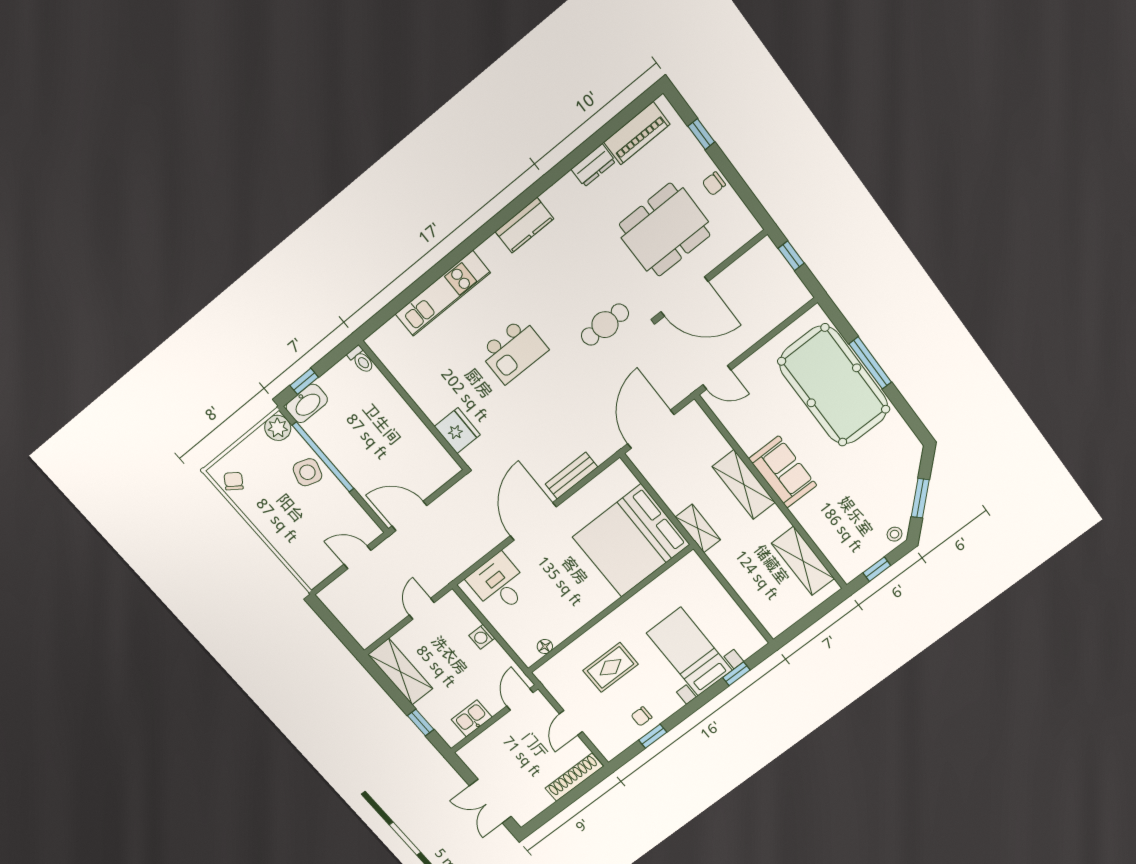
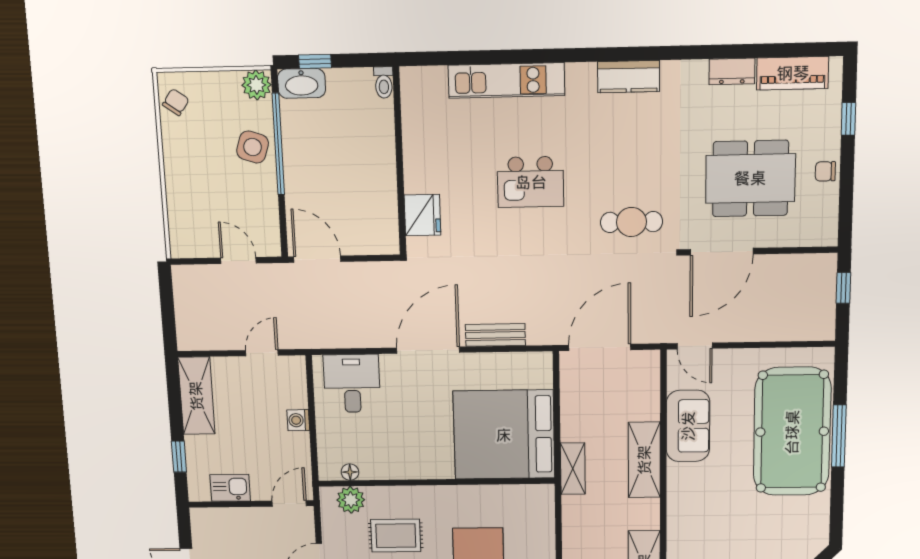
door: (684, 297) -> (722, 252), hinge flipped
sofa: (783, 472) -> (688, 426), moved
plant: (560, 665) -> (351, 500), added

